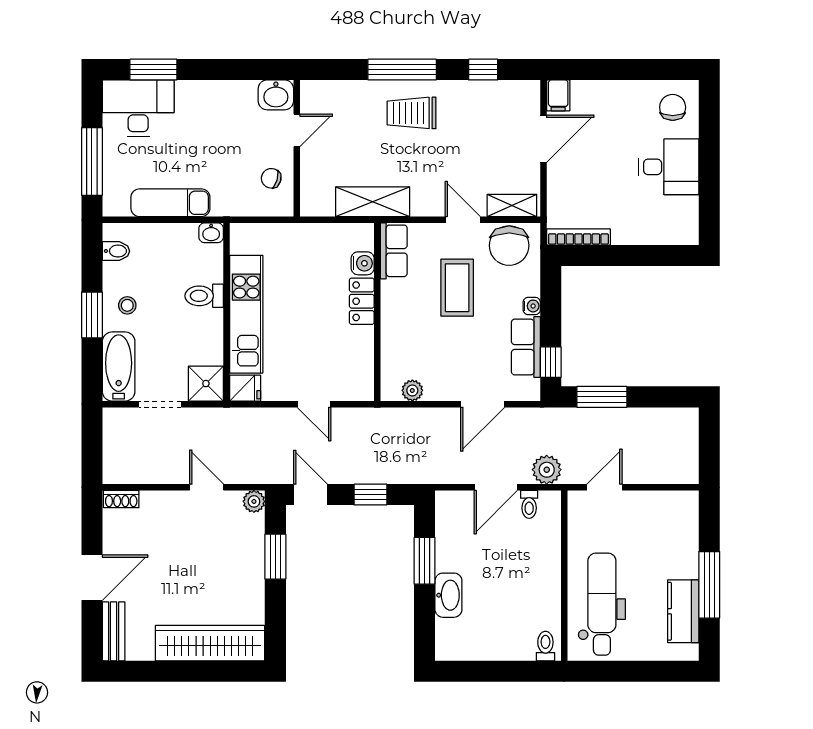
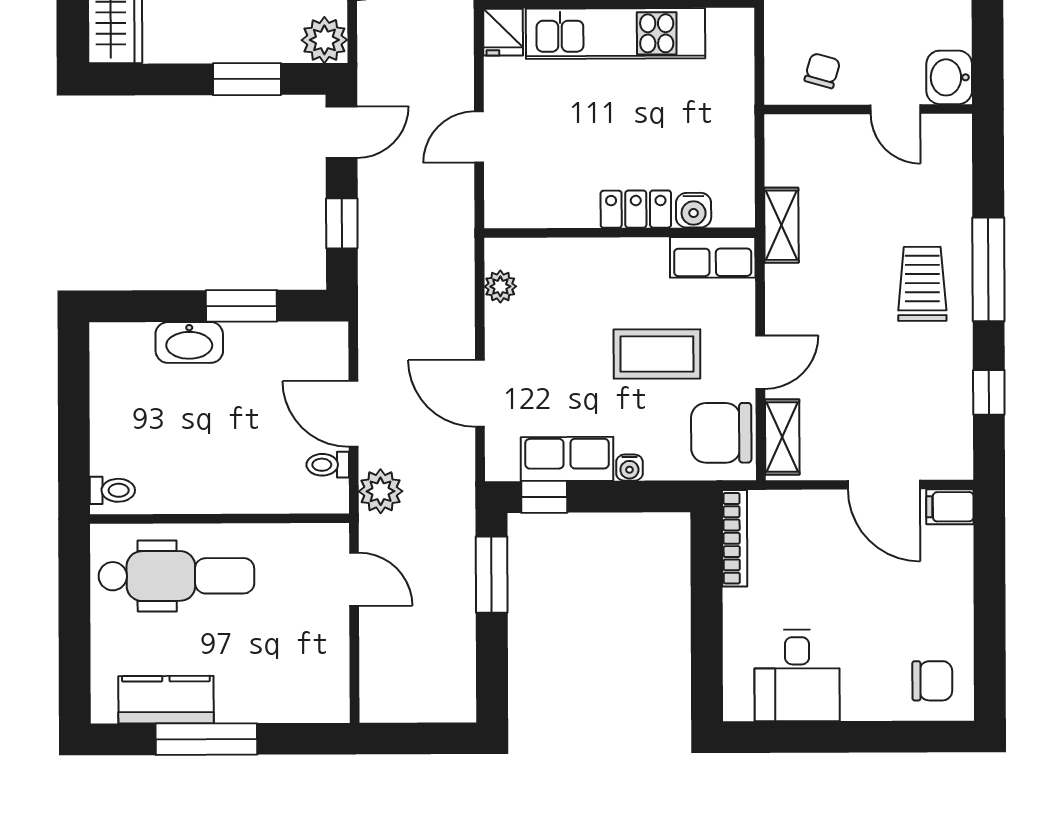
desk: (669, 167) -> (797, 675), moved
shelving: (373, 202) -> (781, 225), width x0.67, depth x0.75
plant: (254, 501) -> (324, 40), width x1.38, depth x1.38

